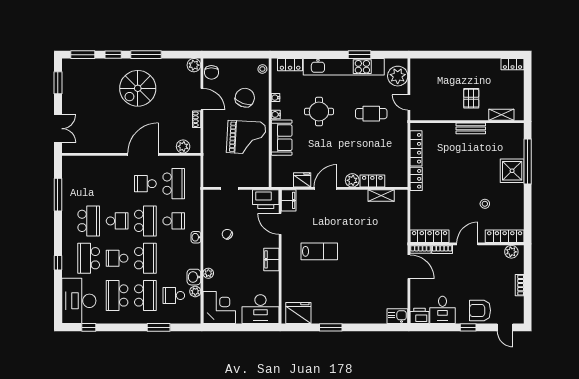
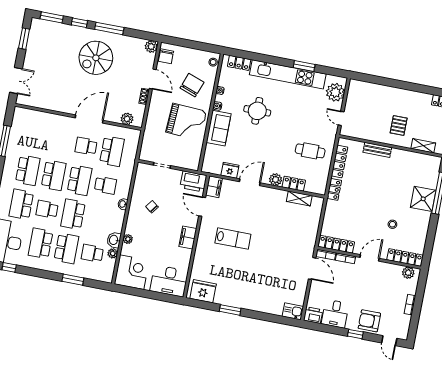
cafe table: (371, 114) -> (310, 151), moved
bench: (471, 128) -> (377, 150), moved
school desk: (117, 221) -> (54, 175), width x1.85
school desk: (145, 258) -> (73, 214), turned 180

